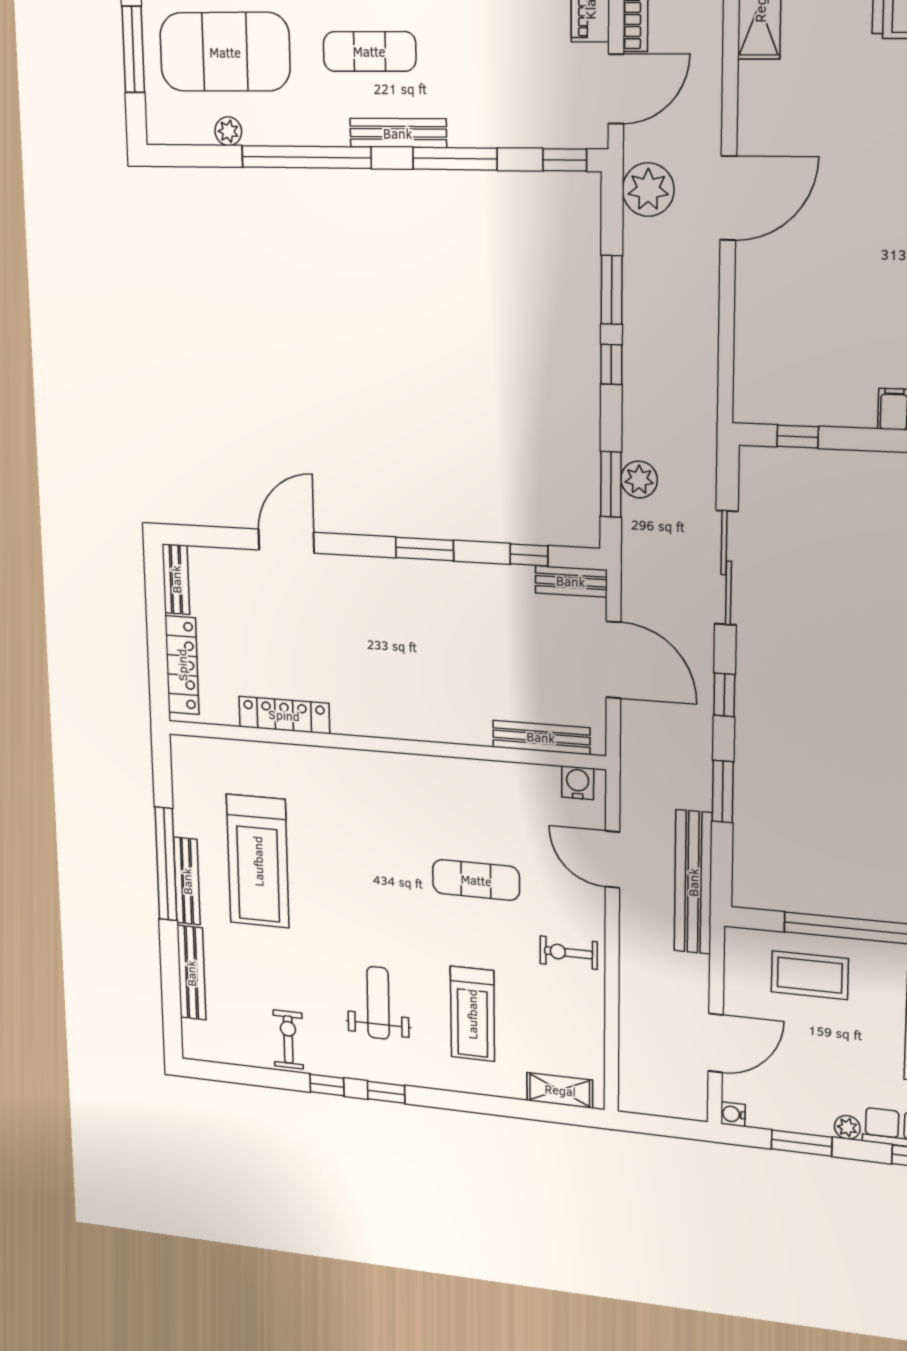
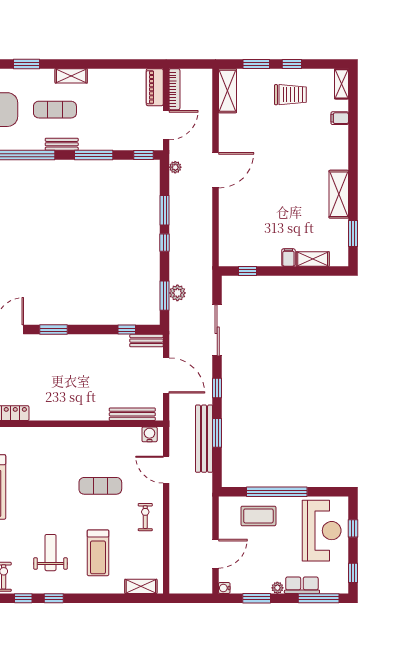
bench: (398, 133) -> (62, 144), width x0.73
plant: (648, 190) -> (175, 167), width x0.53, depth x0.53
window: (425, 549) -> (54, 330), moved
bench: (693, 882) -> (204, 439), moved
exercise bike: (569, 953) -> (145, 517), turned 90

